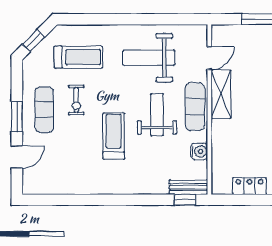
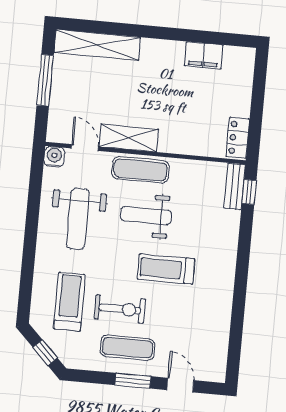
exercise bike: (76, 100) -> (120, 309), width x1.38, depth x1.39
water cooler: (199, 151) -> (54, 157), moved
locker: (250, 186) -> (238, 138), moved

